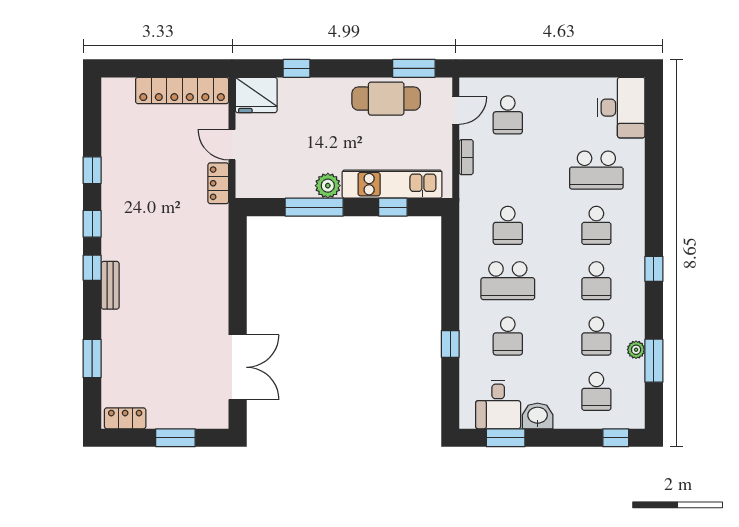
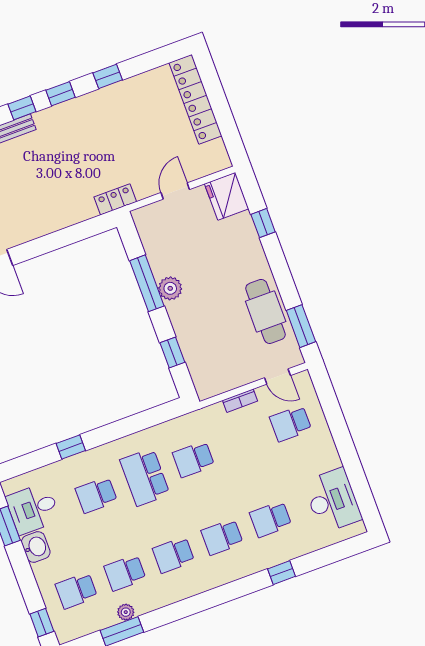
locker: (182, 90) -> (196, 99), moved
desk: (621, 108) -> (332, 500), moved, turned -90
school desk: (596, 170) -> (271, 519), width x0.54
locker: (218, 183) -> (115, 199), moved
kitchen unit: (392, 184) -> (192, 344), removed
window: (654, 269) -> (281, 573), moved

